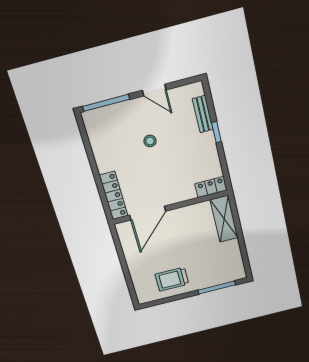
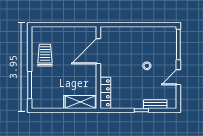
locker: (211, 187) -> (105, 93), width x1.53
locker: (114, 196) -> (117, 32), removed
door: (148, 213) -> (98, 51), hinge flipped

